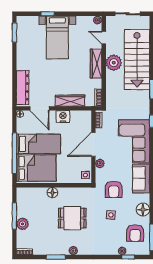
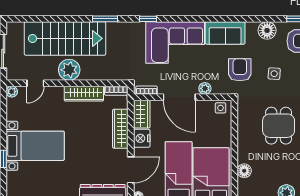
wardrobe: (96, 64) -> (84, 94), moved
wardrobe: (81, 117) -> (142, 114), added
armchair: (114, 189) -> (240, 70), turned -90
floor lamp: (52, 193) -> (244, 171), moved

